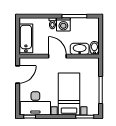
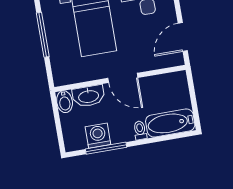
washing machine: (63, 24) -> (98, 136), moved
bathtub: (26, 38) -> (170, 123), moved, turned 90

